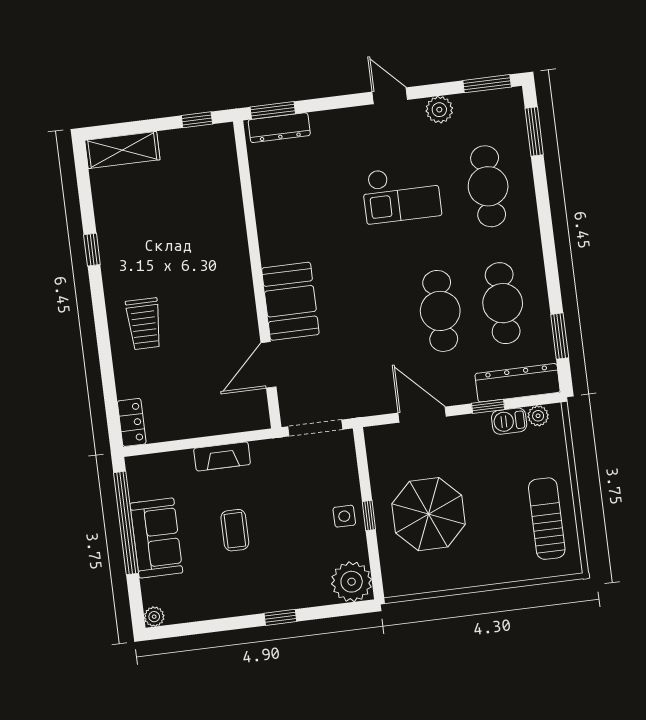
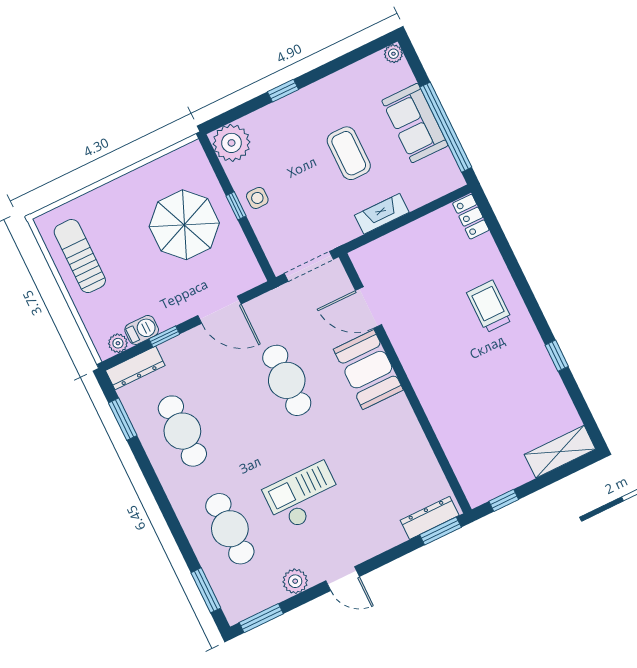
cafe table: (440, 311) -> (287, 380), moved
door: (268, 365) -> (369, 308), swing flipped
dresser: (518, 383) -> (135, 368), width x0.73, depth x0.80
sun lounger: (547, 519) -> (80, 256), turned 180
coffee table: (235, 530) -> (349, 153), width x1.36, depth x1.30

